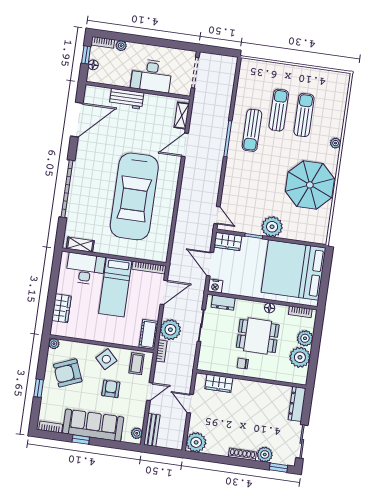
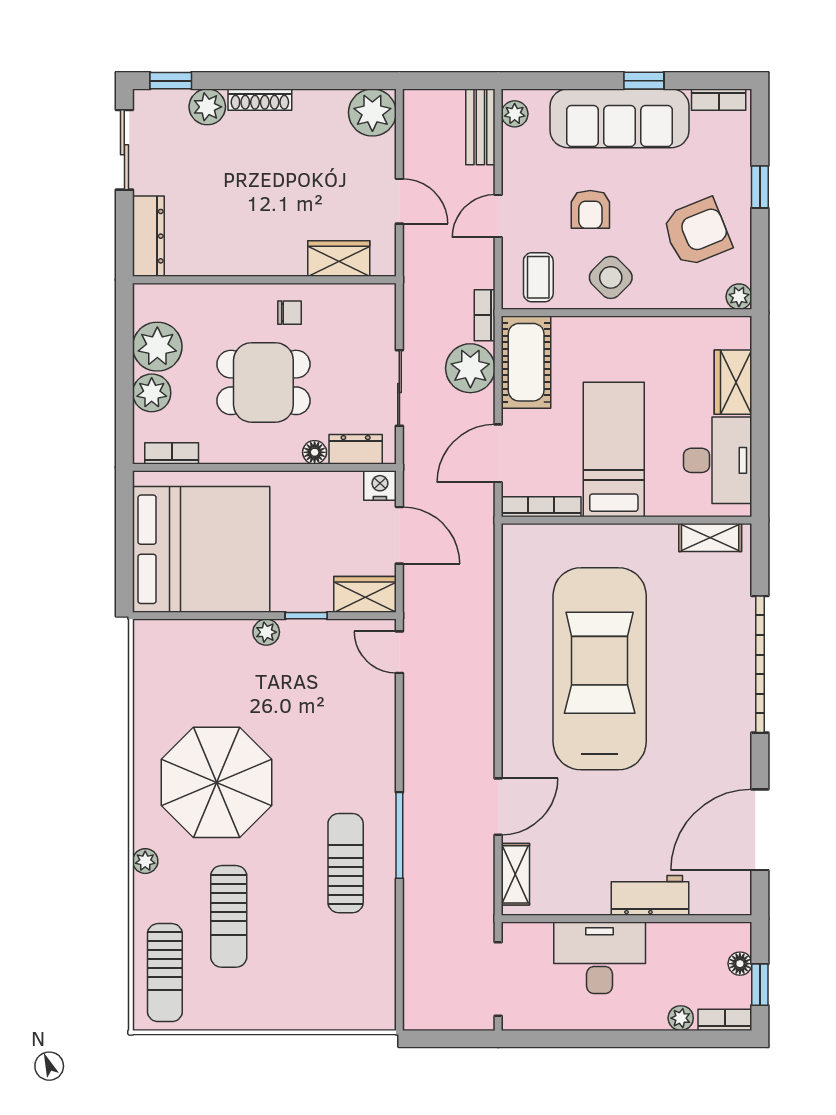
sun lounger: (279, 110) -> (165, 973), moved
parasol: (310, 185) -> (217, 782), moved
plant: (272, 227) -> (266, 632), width x0.53, depth x0.53
desk: (85, 269) -> (718, 460), moved, turned -90
floor lamp: (270, 308) -> (315, 452), moved
cot: (149, 334) -> (526, 362), width x1.37, depth x1.34

